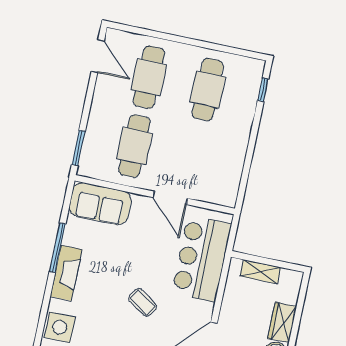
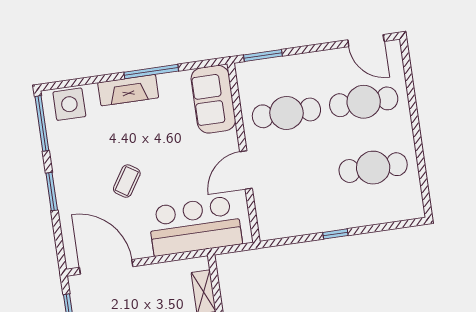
door: (98, 56) -> (366, 41), hinge flipped
window: (263, 90) -> (335, 234), moved

